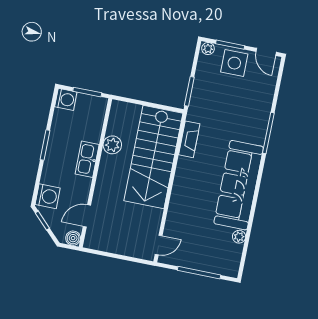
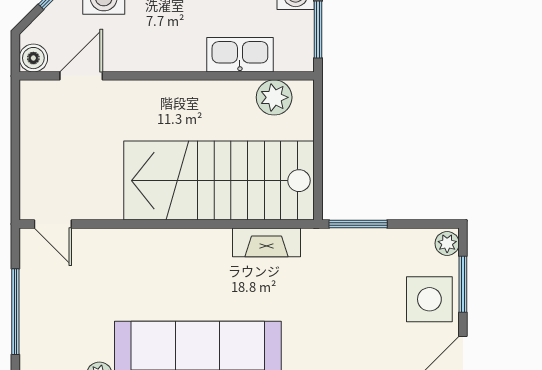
plant: (112, 145) -> (274, 97), moved
kitchen sink: (87, 159) -> (240, 55), moved
door: (87, 216) -> (81, 76), hinge flipped

